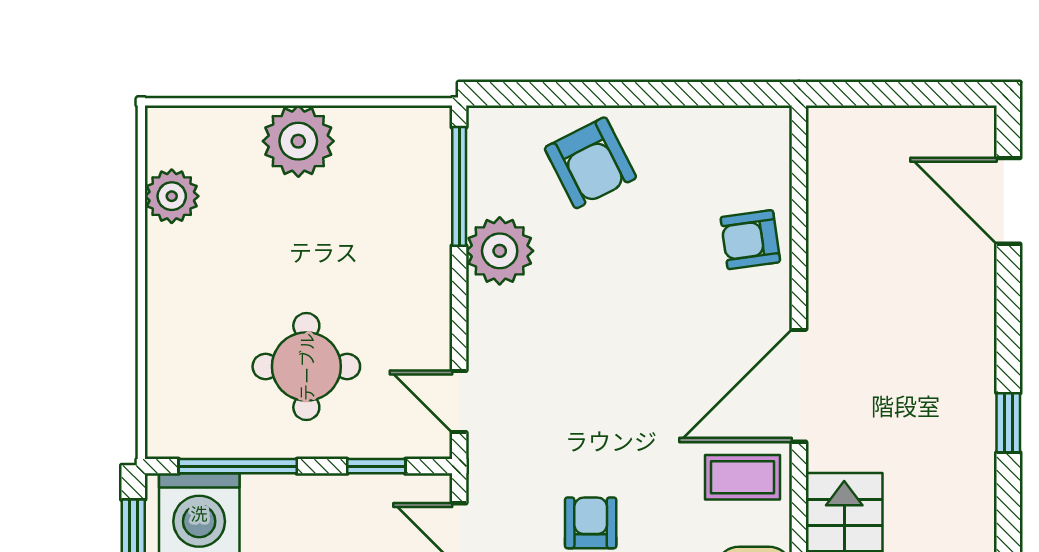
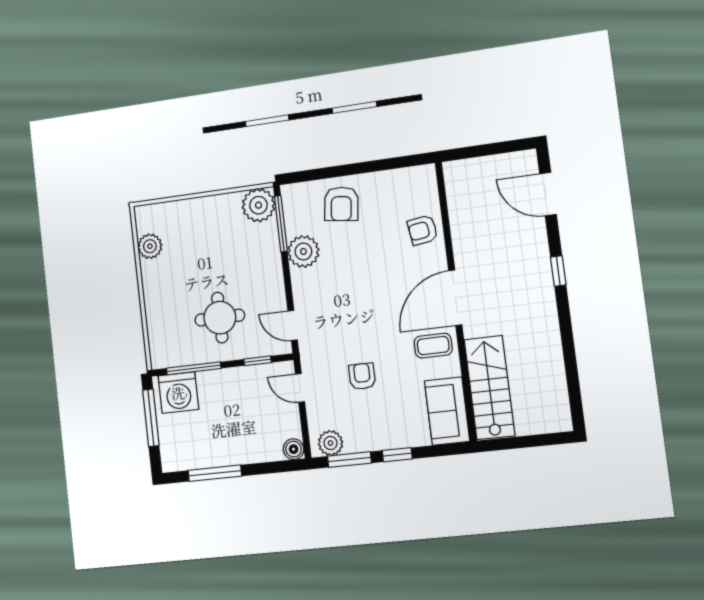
plant: (298, 141) -> (258, 205), moved
armchair: (590, 163) -> (341, 204), turned 34
window: (1008, 423) -> (558, 271), moved

